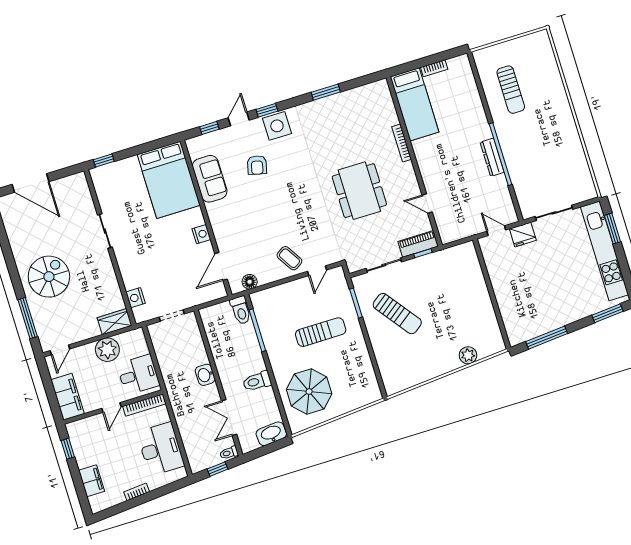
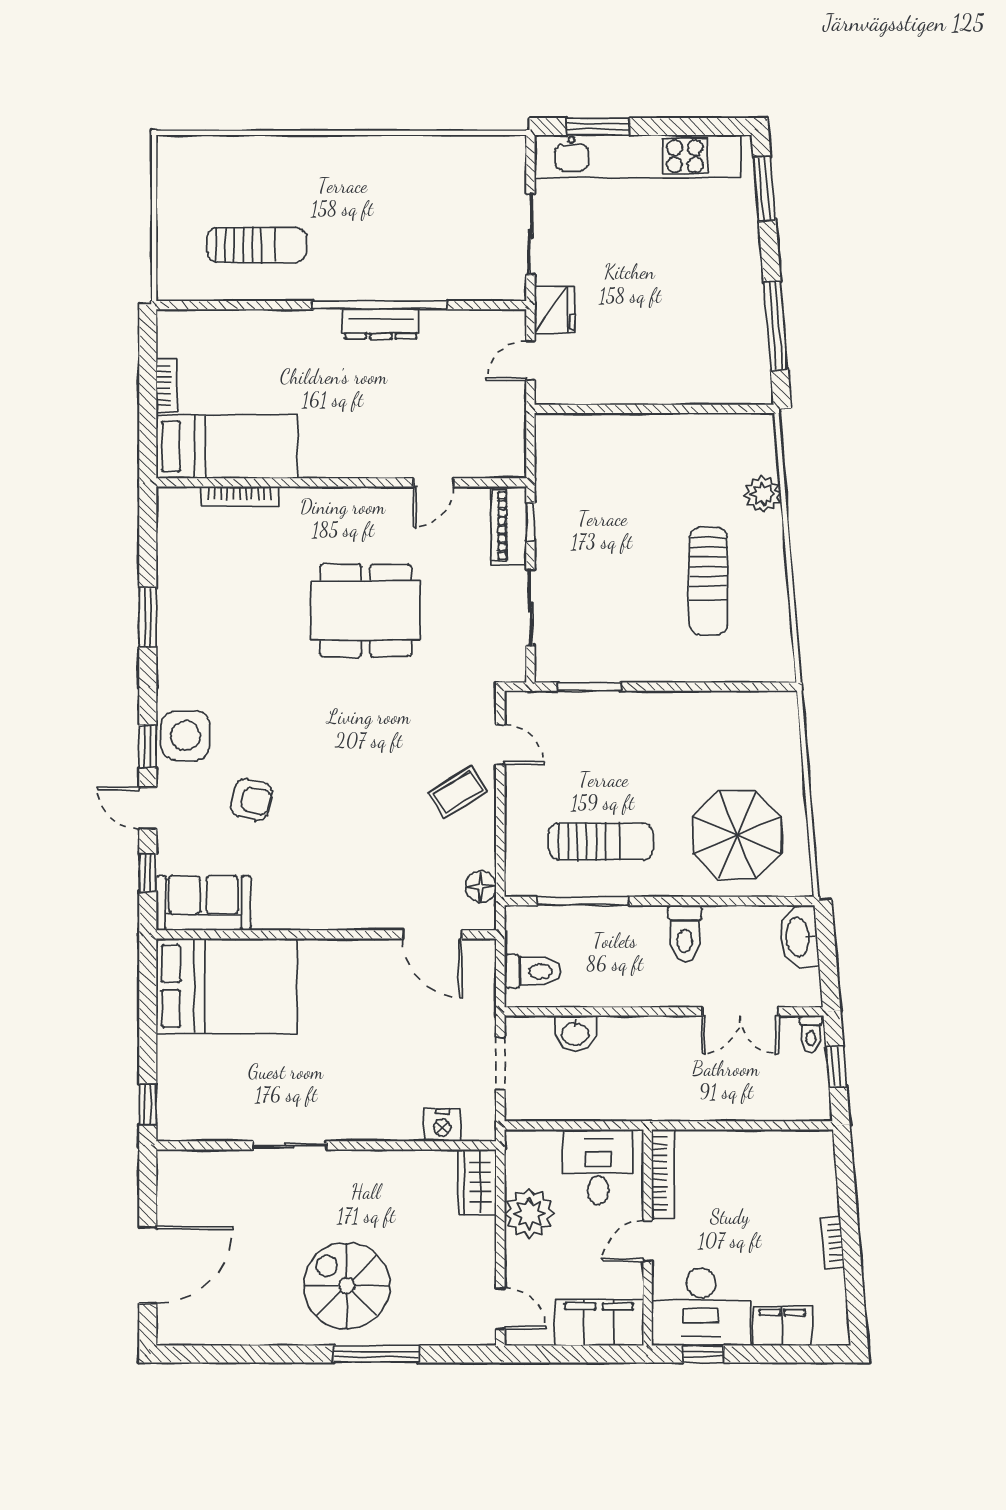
bookcase: (402, 143) -> (240, 496), moved
sofa: (210, 179) -> (203, 903), moved
nightstand: (201, 234) -> (356, 954), removed
toilet: (241, 310) -> (532, 971), moved
sun lounger: (397, 314) -> (708, 581), moved, turned 127
window: (28, 318) -> (376, 1354), moved
sun lounger: (321, 332) -> (601, 842), moved, turned 90
washbasin: (205, 375) -> (575, 1033), moved
door: (111, 407) -> (648, 1241), swing flipped
desk: (161, 449) -> (701, 1307), moved, turned 180

